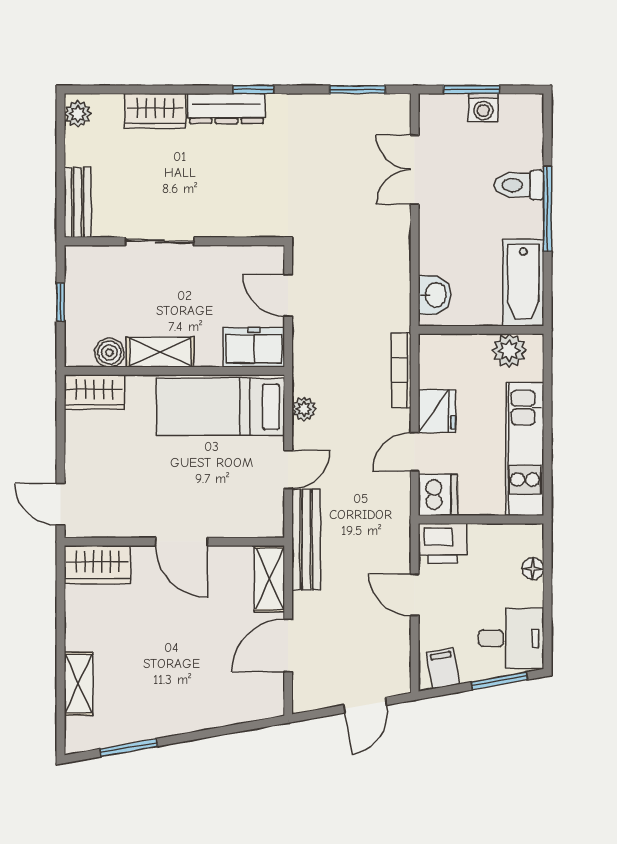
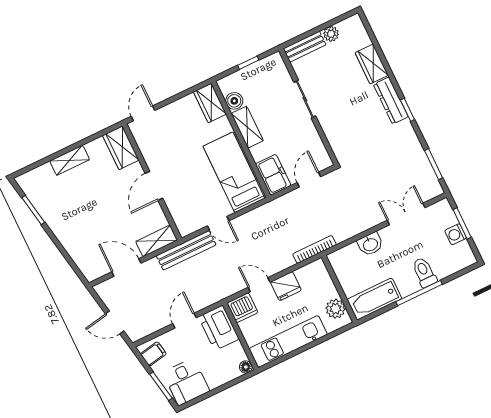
plant: (78, 114) -> (331, 34), moved
washbasin: (435, 295) -> (370, 244), moved
bookcase: (401, 370) -> (315, 249), moved
plant: (304, 409) -> (254, 216), removed
printer: (443, 543) -> (219, 328), width x1.37, depth x1.19
floor lamp: (533, 569) -> (246, 367), moved
shelving: (79, 684) -> (70, 160), moved

